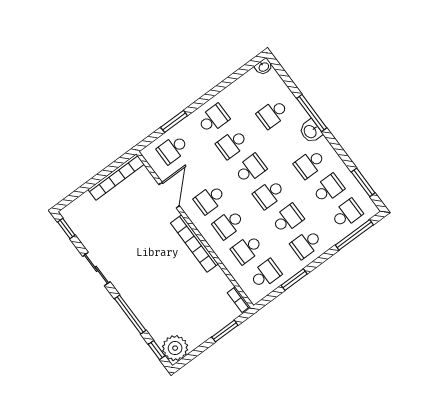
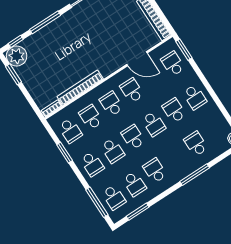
window: (174, 121) -> (184, 50), moved
washbasin: (311, 131) -> (180, 173), removed
bookcase: (194, 244) -> (80, 88), moved
school desk: (306, 244) -> (92, 164), turned 180
window: (225, 331) -> (13, 74), moved

